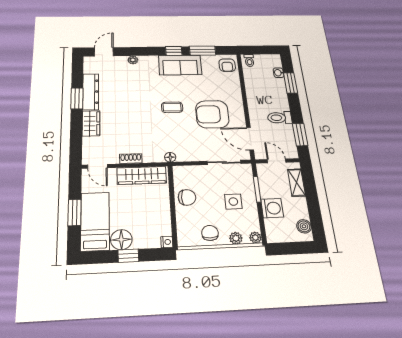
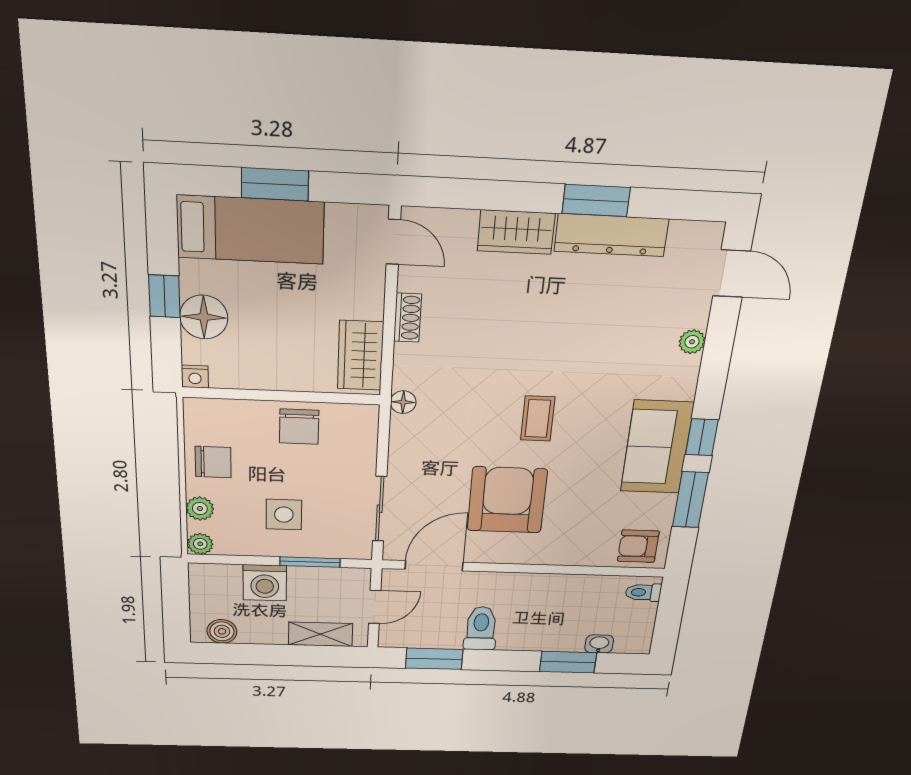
door: (98, 166) -> (393, 242), swing flipped
wardrobe: (142, 175) -> (360, 356), width x0.67
floor lamp: (121, 240) -> (204, 317), moved

